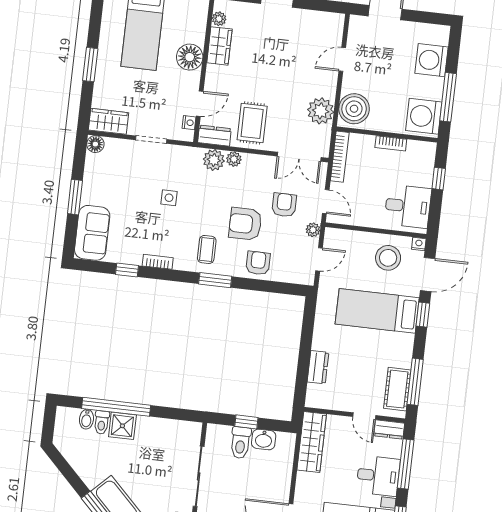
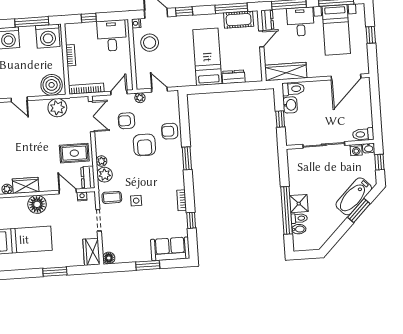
coffee table: (207, 249) -> (112, 197), moved
bed: (377, 311) -> (207, 57), moved, turned 180
toilet: (240, 443) -> (293, 89), moved

